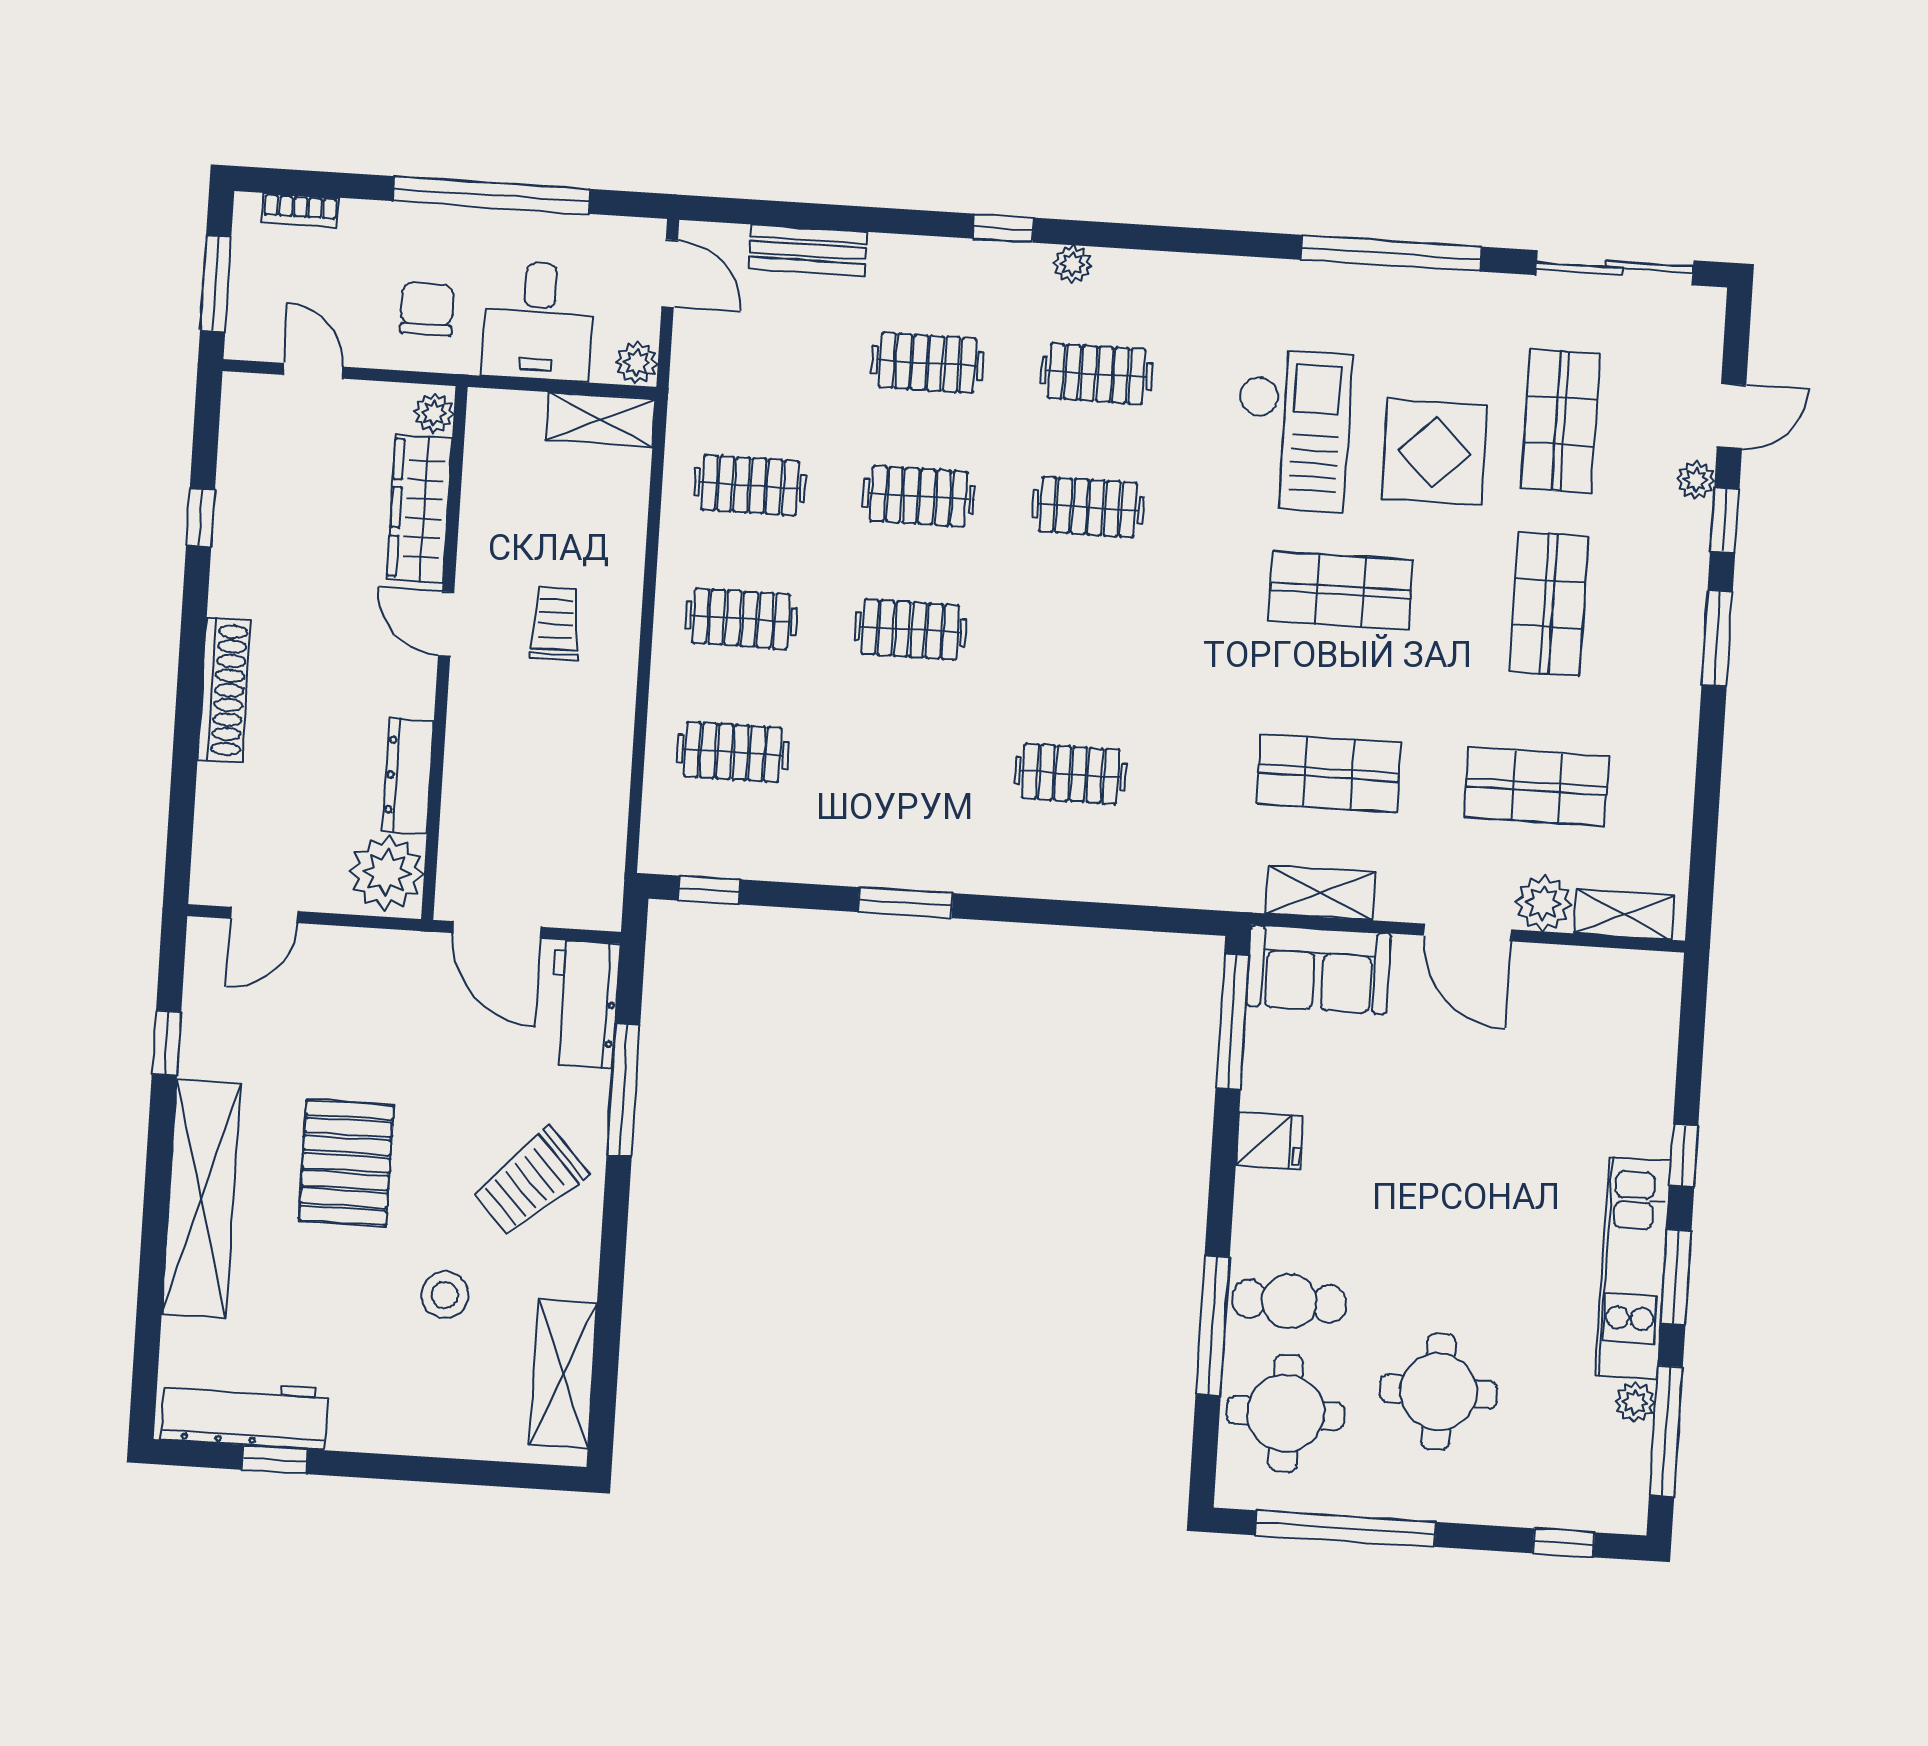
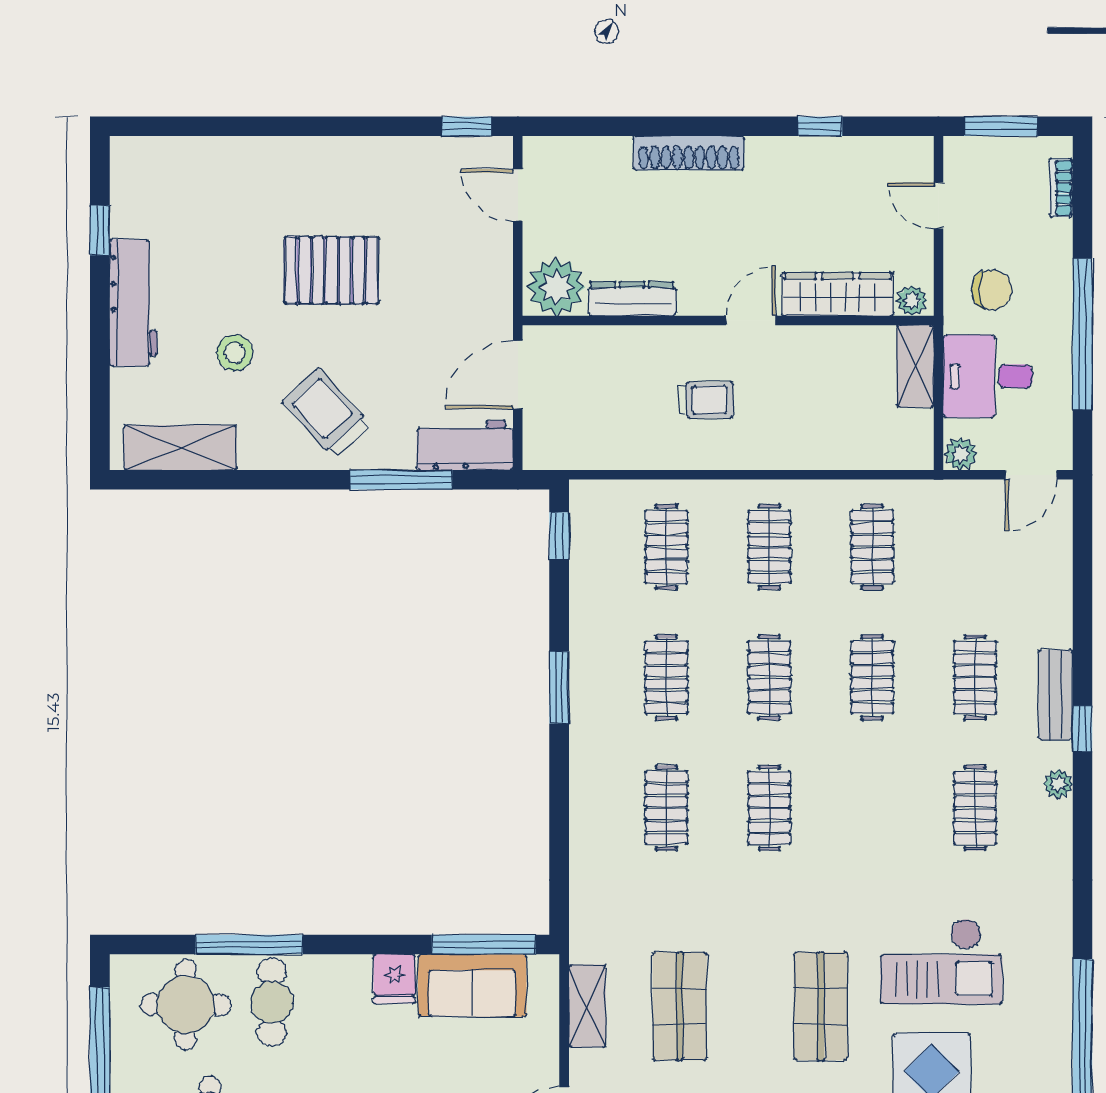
bench: (808, 250) -> (1056, 695), moved
door: (313, 371) -> (938, 205), swing flipped
shelving: (601, 420) -> (915, 366), moved
clothes rail: (1088, 507) -> (769, 808), moved
trolley: (555, 624) -> (706, 400), moved
clothes rail: (902, 763) -> (666, 677), added
sofa: (1319, 970) -> (472, 985), moved, turned -90
window: (166, 1043) -> (467, 126), moved
shelving: (201, 1199) -> (297, 161), removed
workbench: (244, 1414) -> (133, 303), moved

